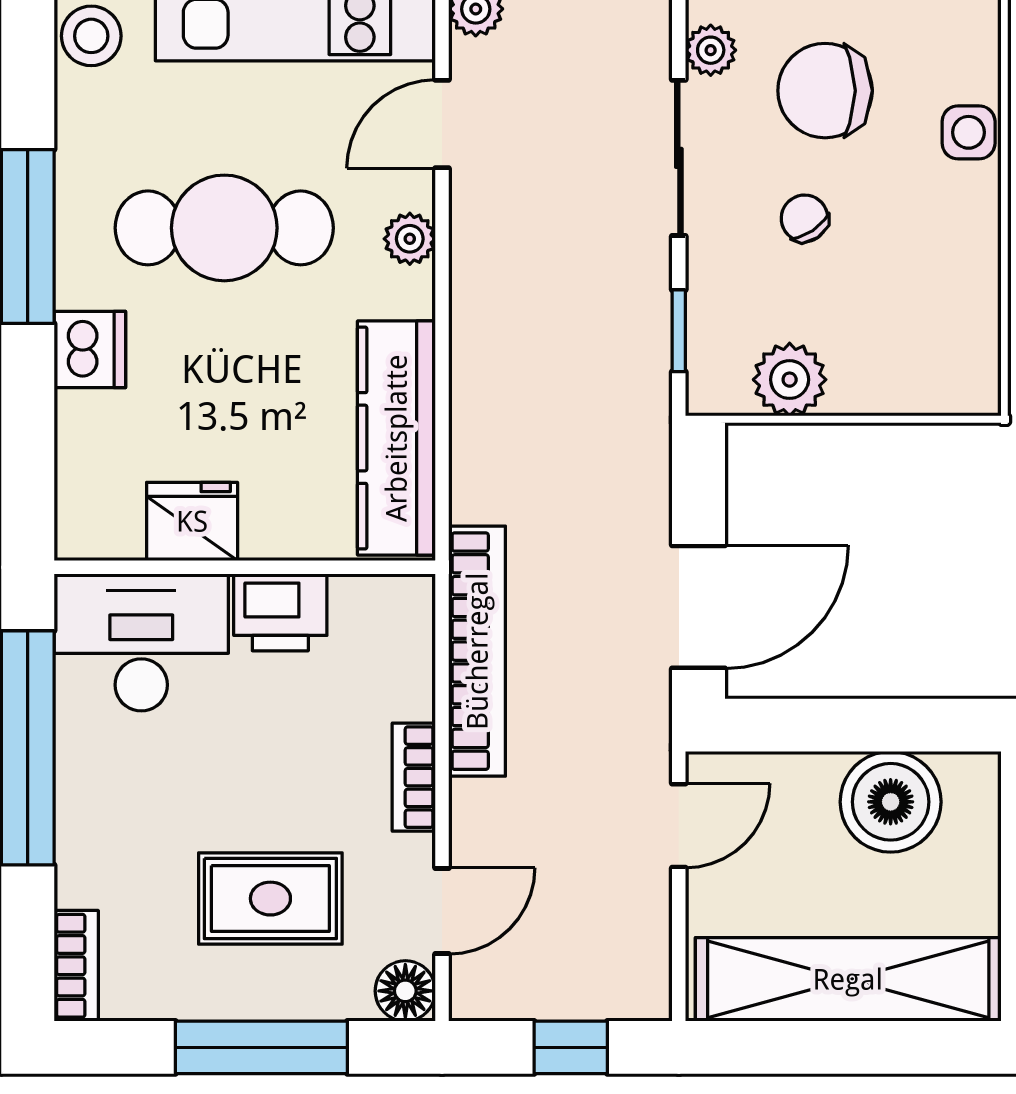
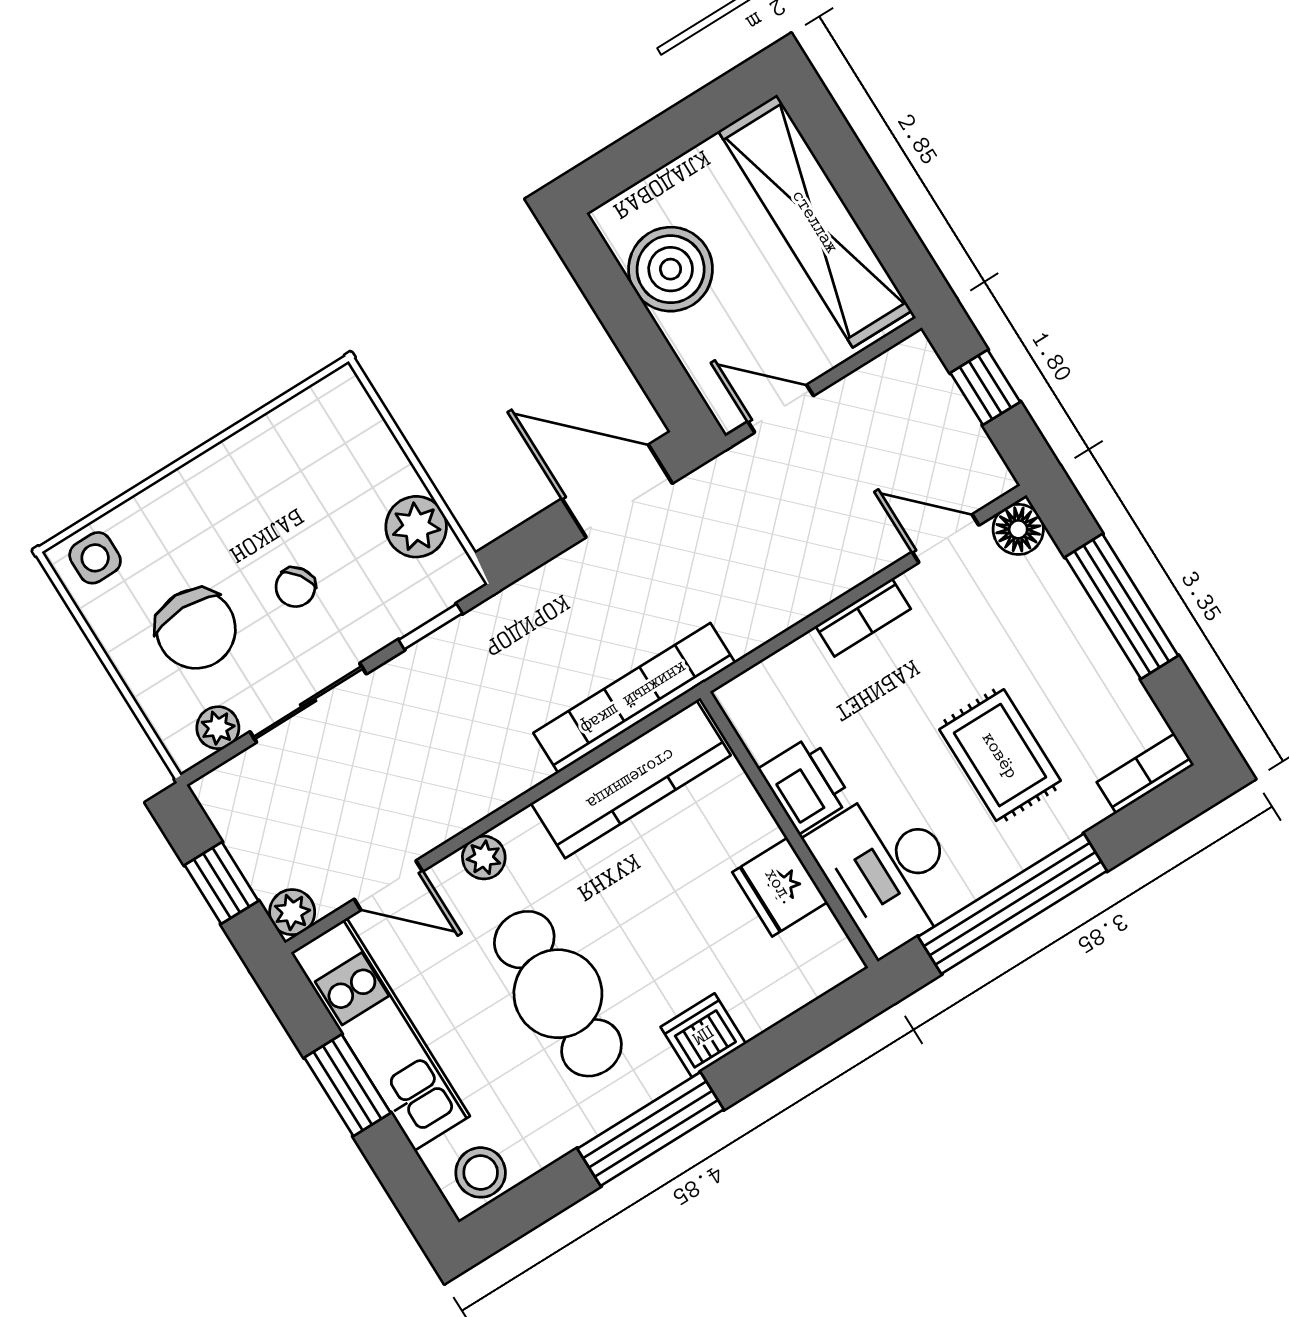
side table: (969, 132) -> (95, 558), moved
bookcase: (477, 651) -> (634, 698), moved
rug: (270, 899) -> (1000, 755), moved

